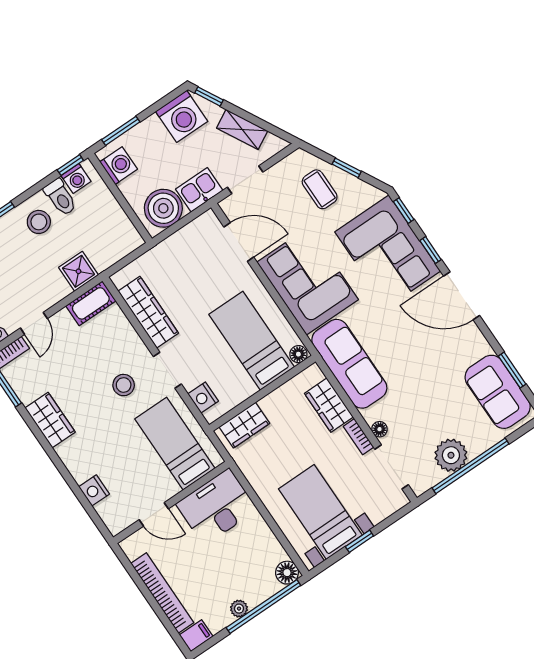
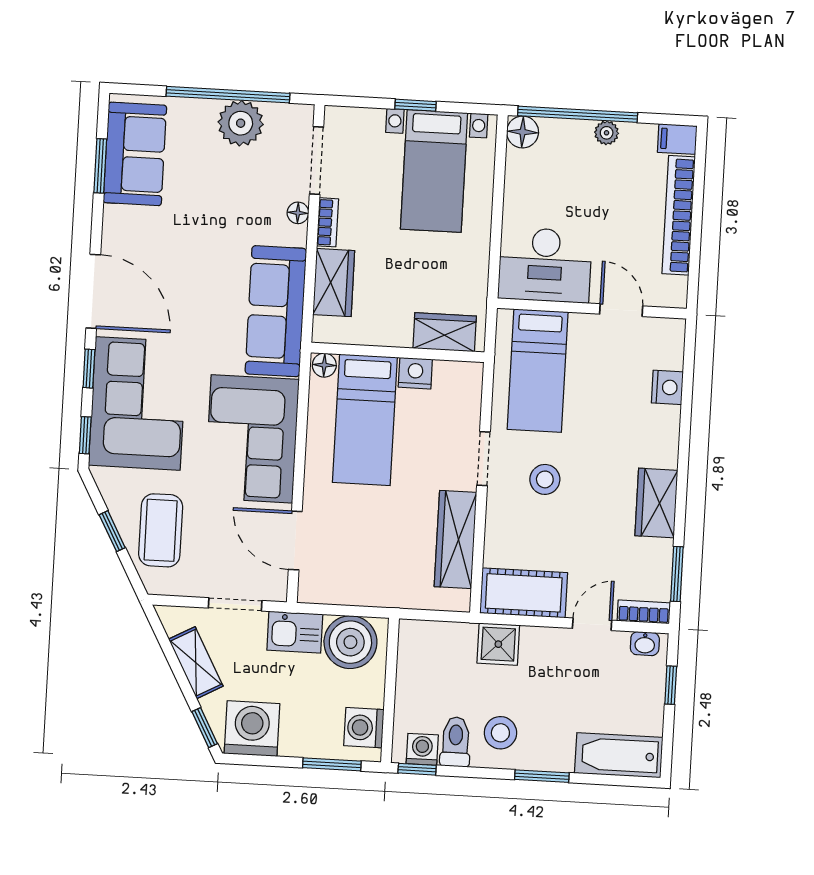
coffee table: (320, 189) -> (161, 530), width x1.36, depth x1.30
cot: (91, 303) -> (524, 593), width x1.37, depth x1.34
nightstand: (203, 398) -> (415, 373), moved, turned -90

